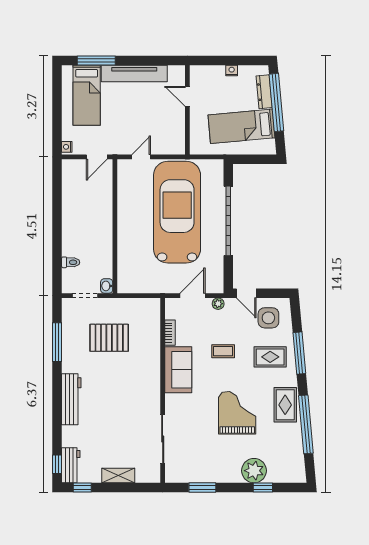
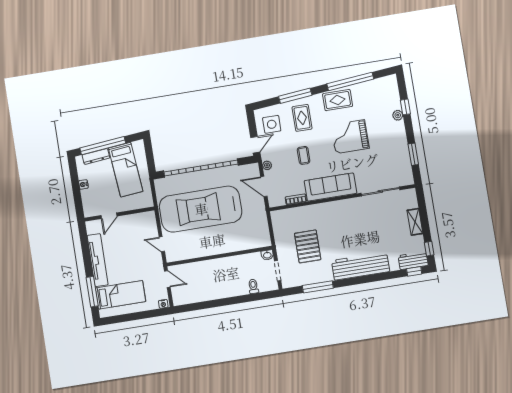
garage door: (228, 221) -> (201, 168), width x1.36
sofa: (178, 370) -> (330, 187), width x1.36
workbench: (71, 399) -> (361, 266), width x1.36, depth x1.32
plant: (254, 471) -> (398, 115), width x0.53, depth x0.53

